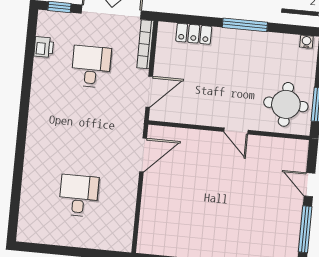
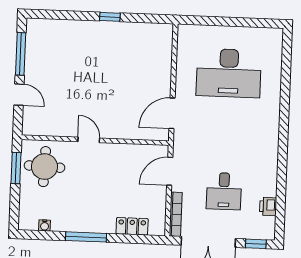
water cooler: (306, 42) -> (45, 225), moved
desk: (79, 196) -> (229, 73), width x1.87, depth x1.30

